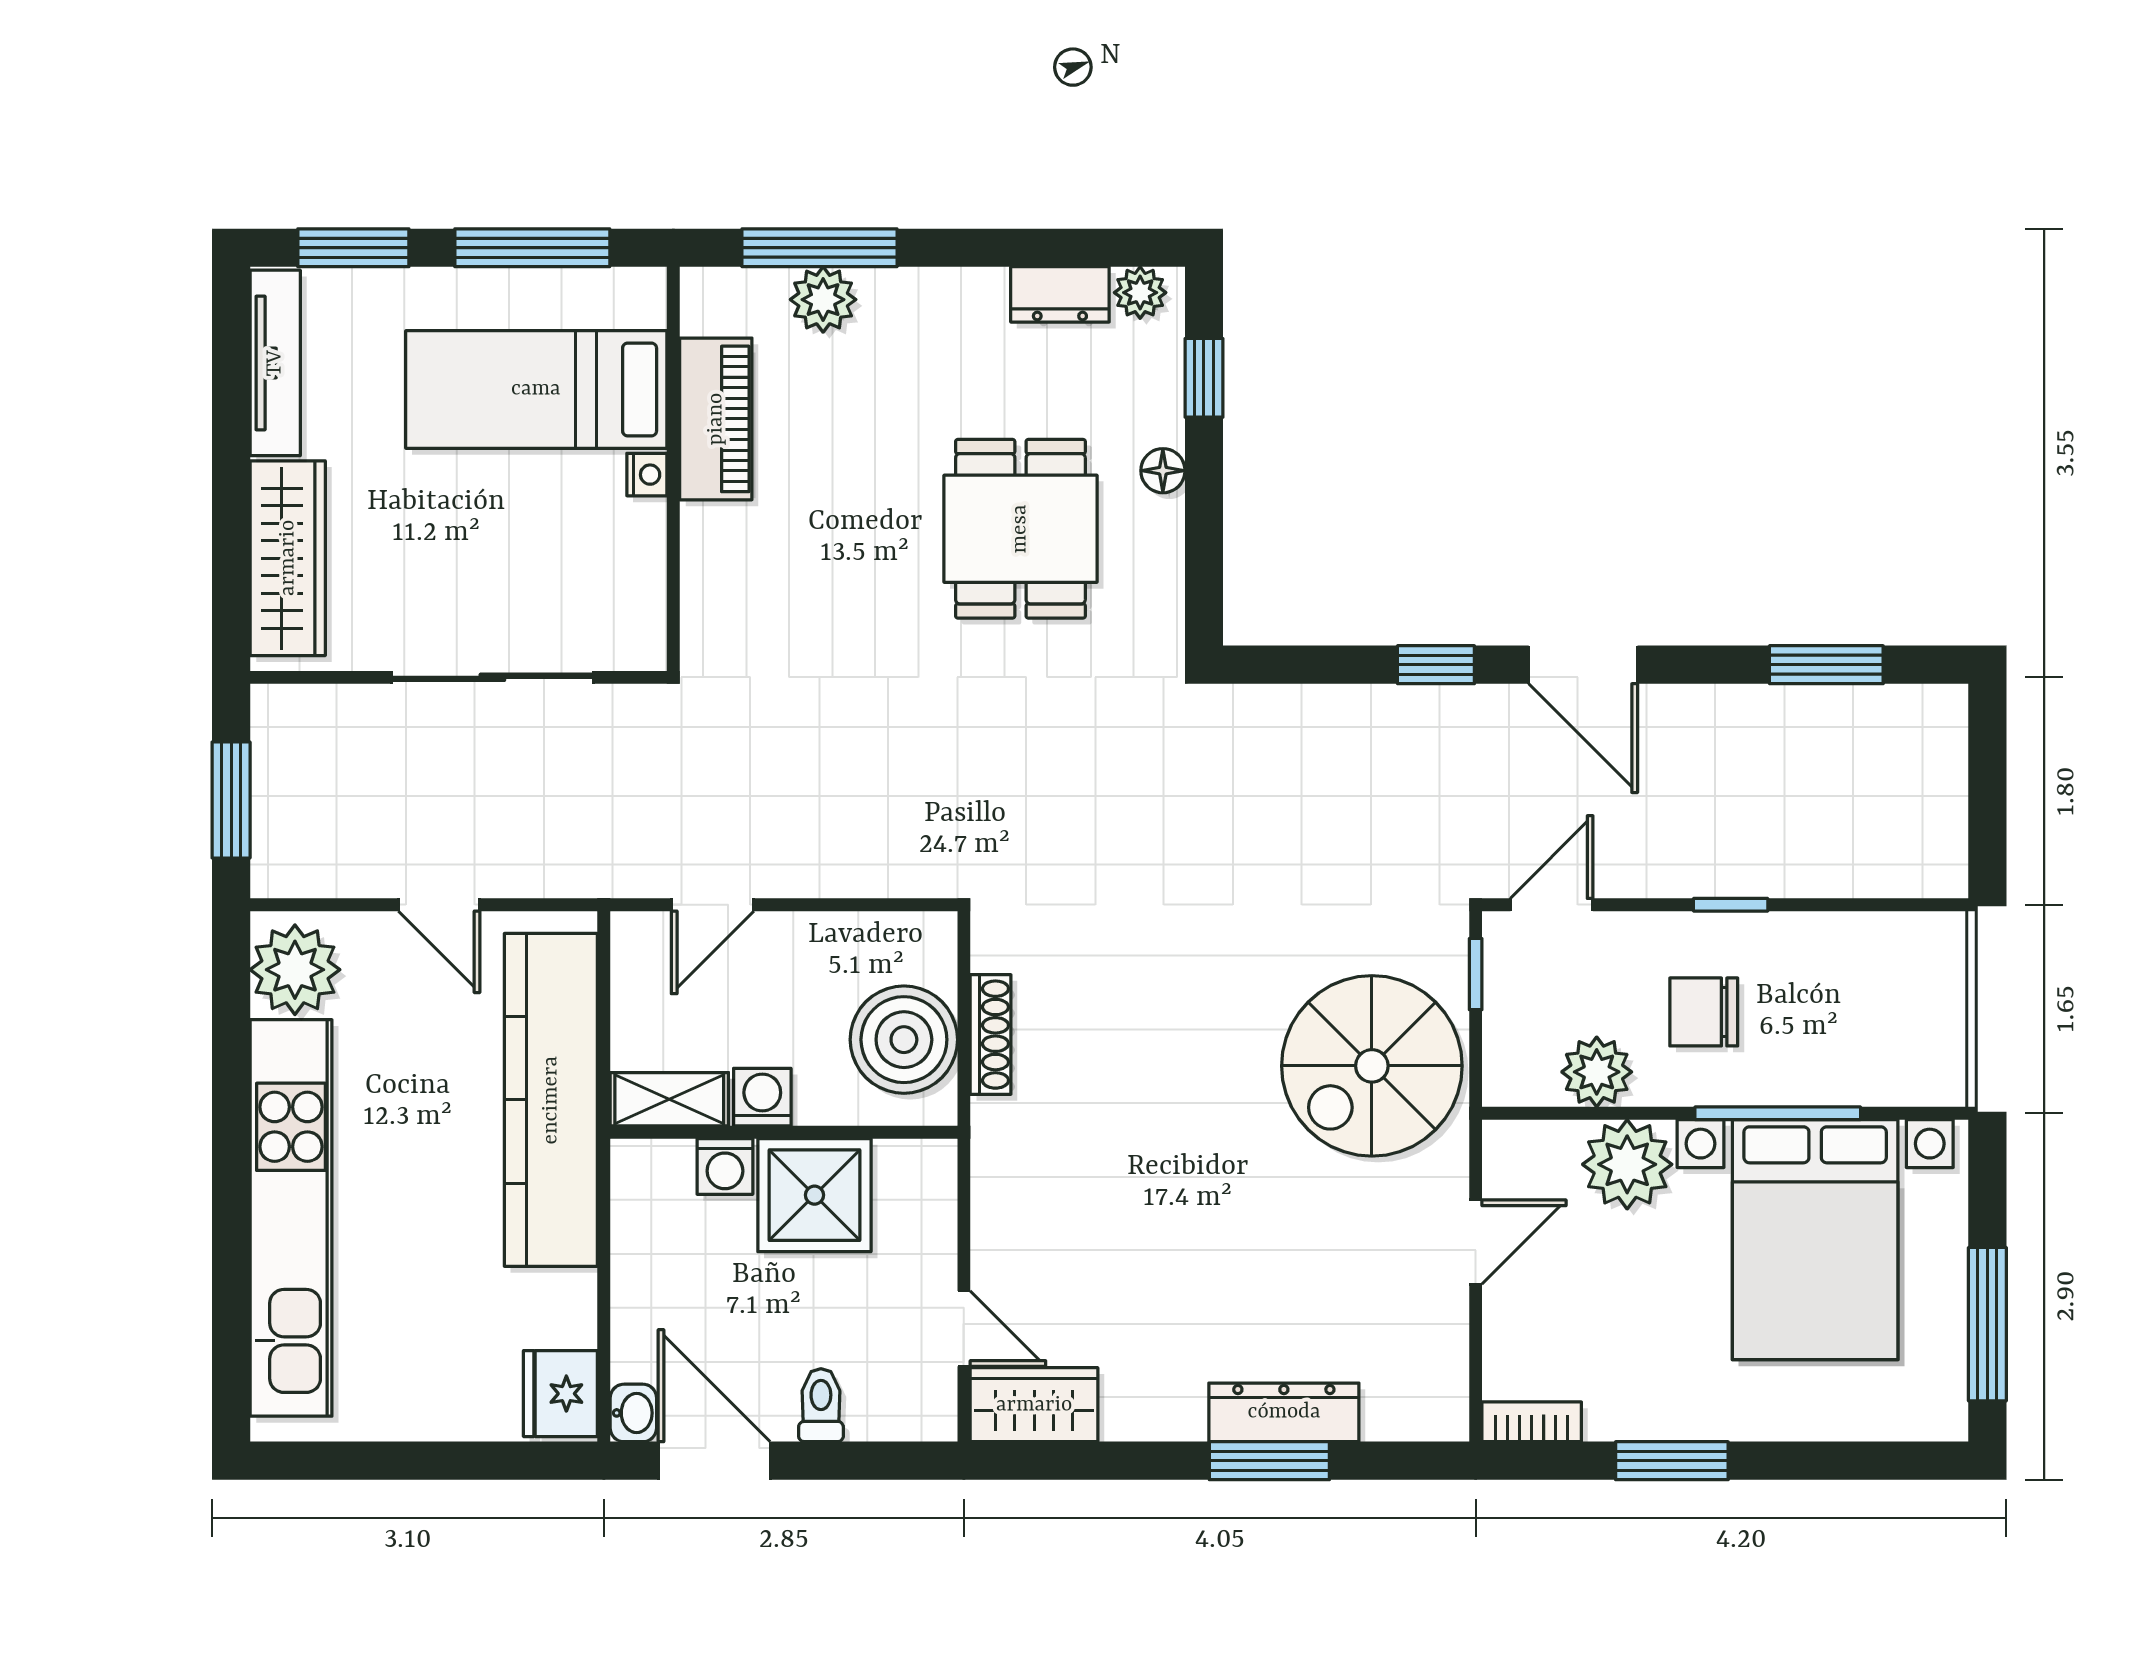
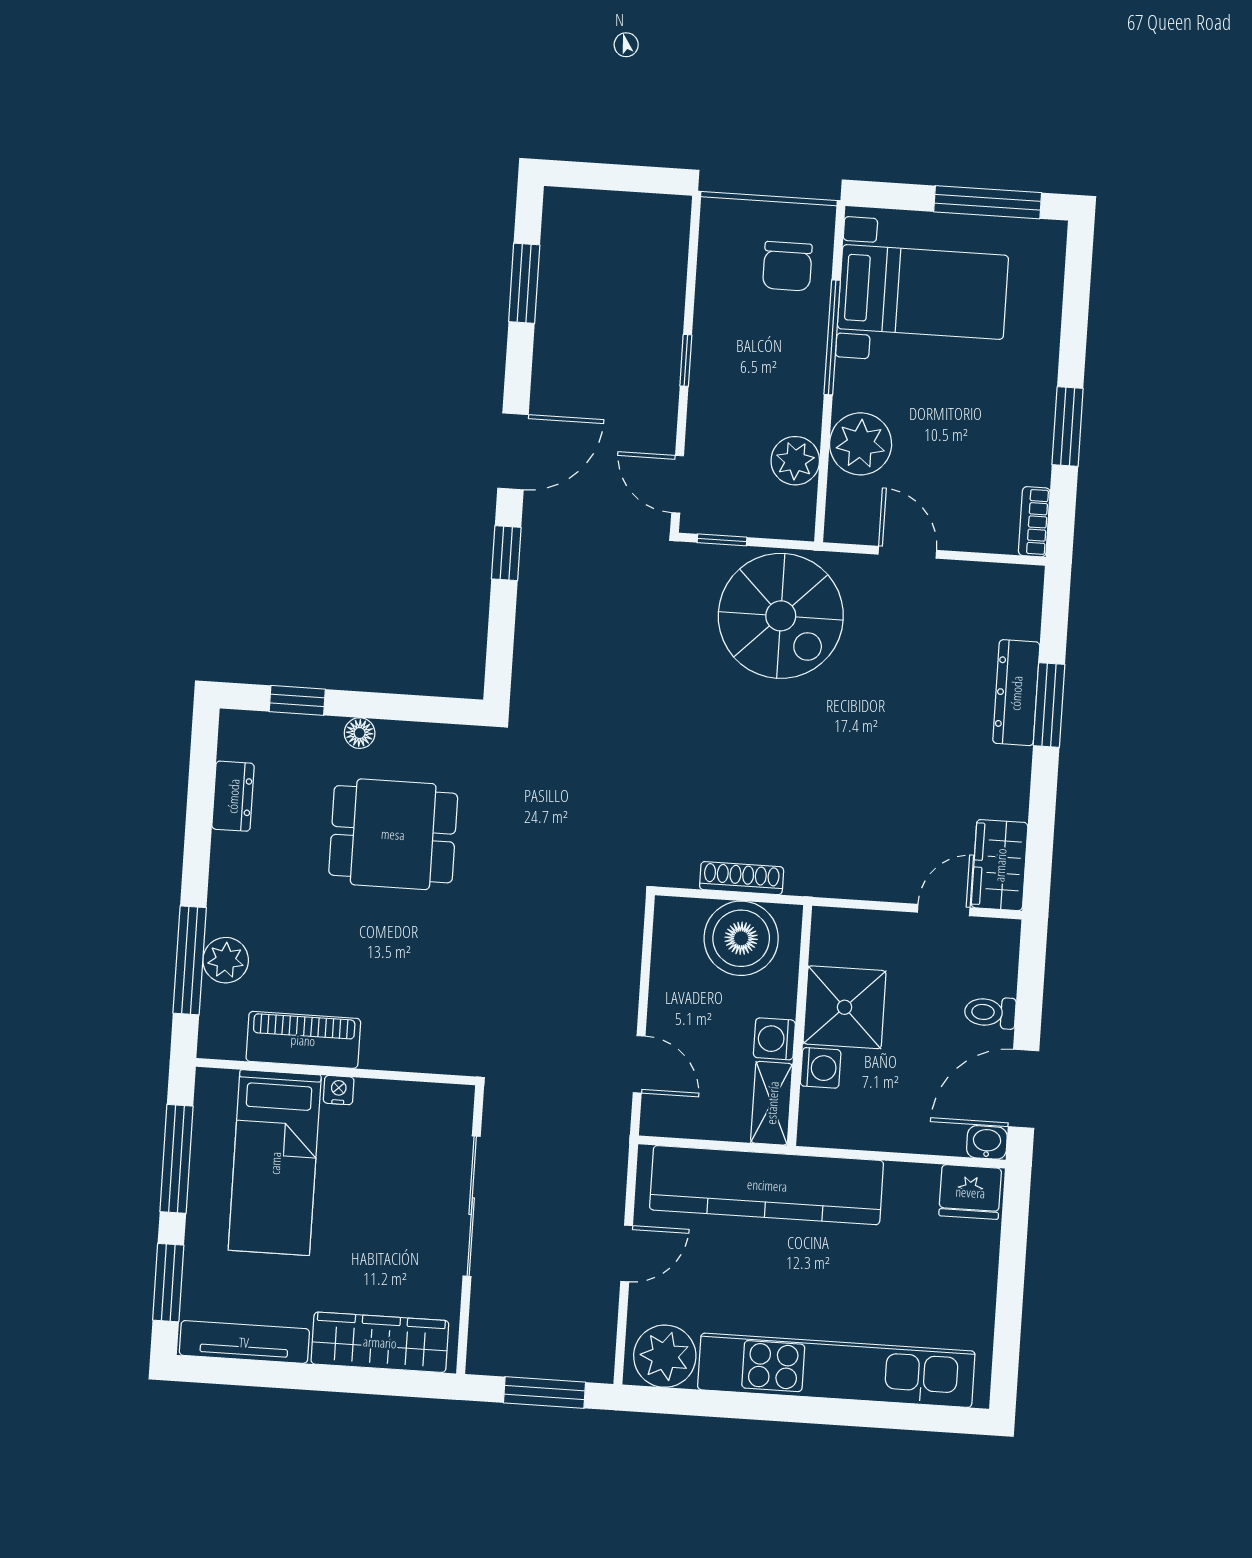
plant: (1140, 293) -> (235, 741), removed
chair: (1704, 1012) -> (787, 266), moved
bed with nightstands: (1815, 1240) -> (923, 292), width x0.73

